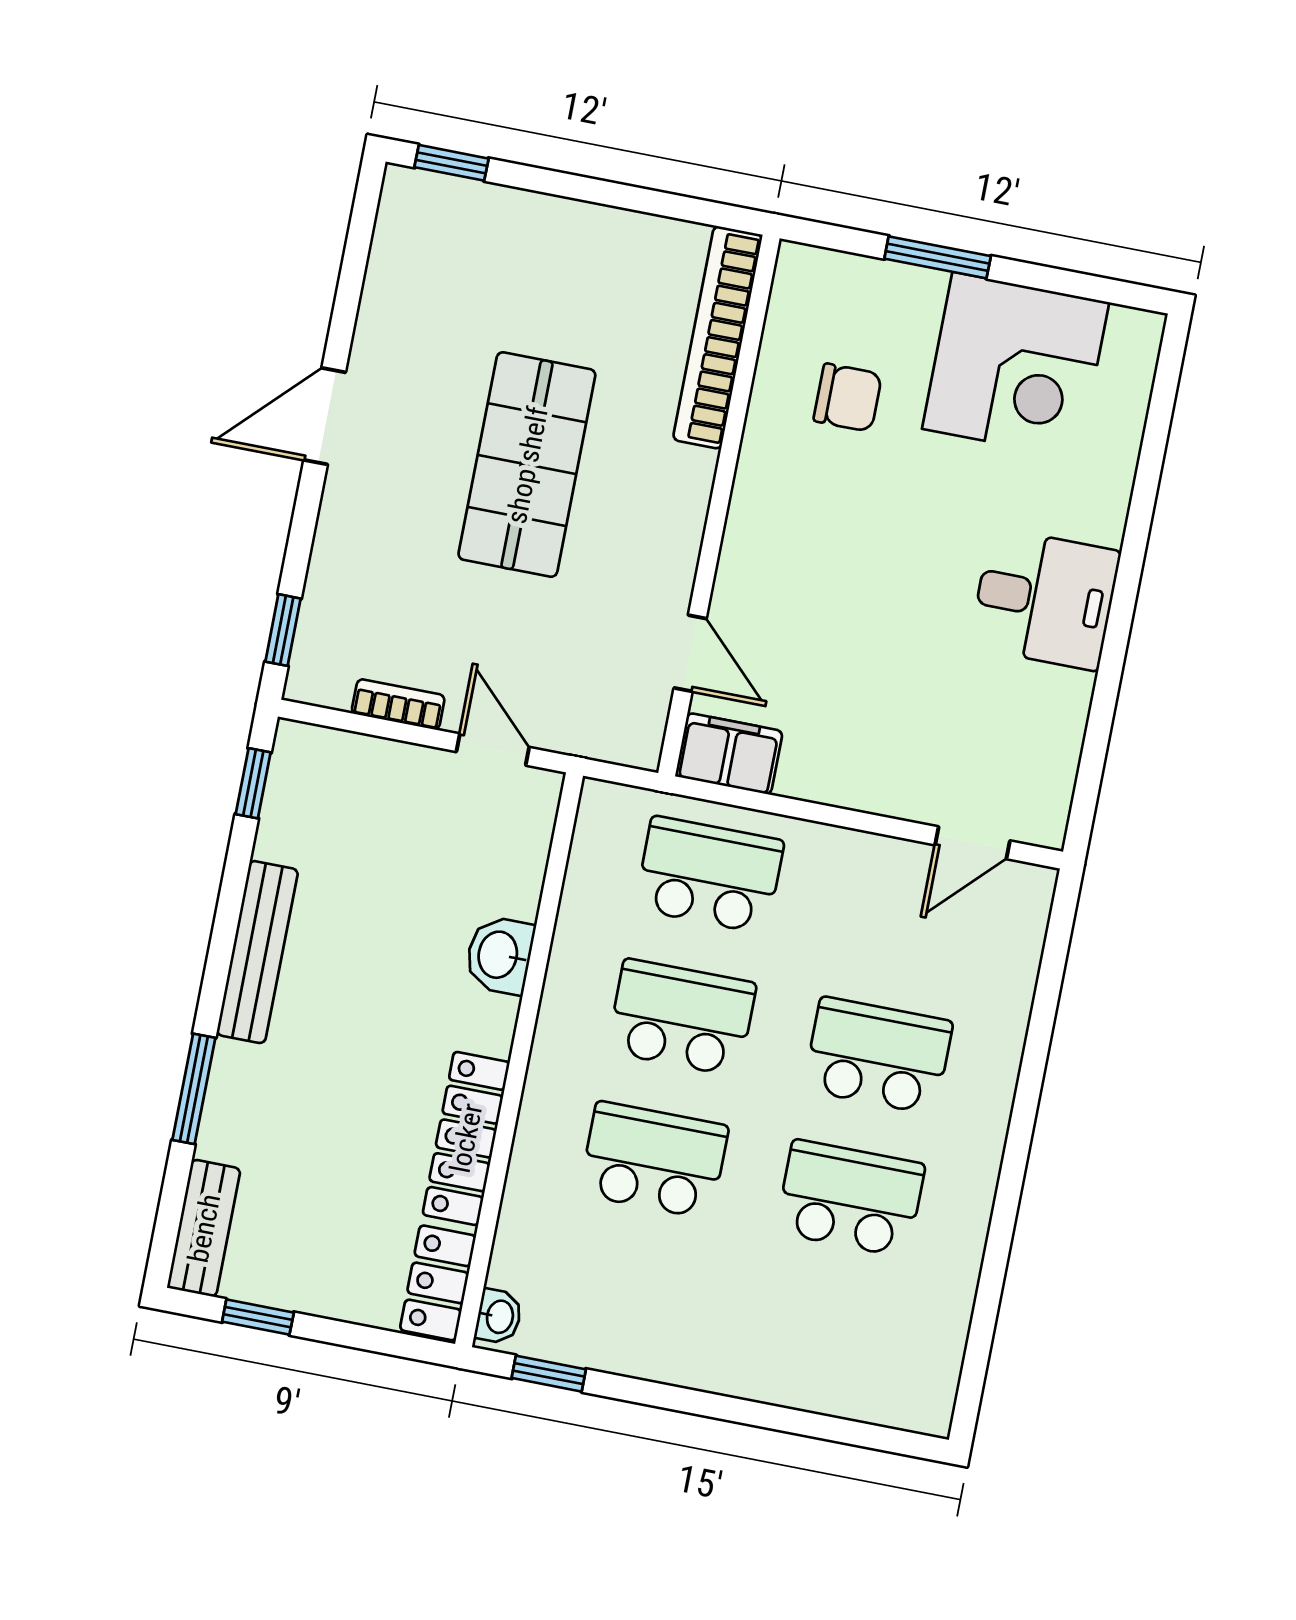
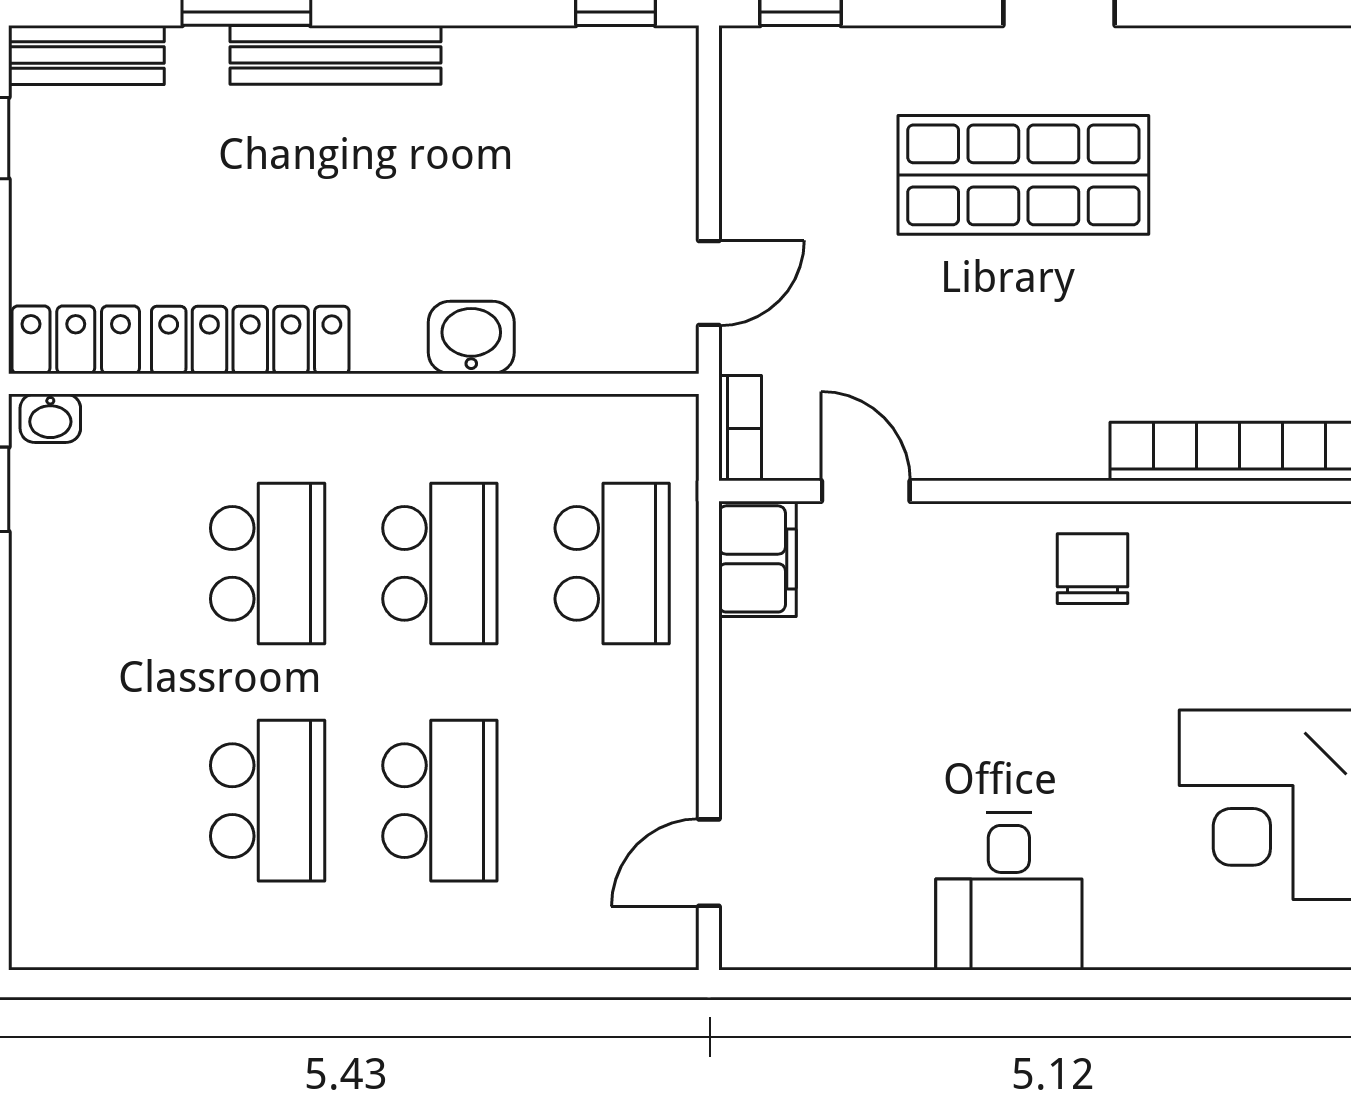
chair: (848, 398) -> (1093, 569), moved, turned 180
shop shelf: (527, 465) -> (1023, 175), moved
door: (690, 653) -> (866, 491), swing flipped
bookcase: (398, 704) -> (740, 428), moved
door: (973, 843) -> (709, 863), hinge flipped
bench: (257, 952) -> (336, 55), moved

